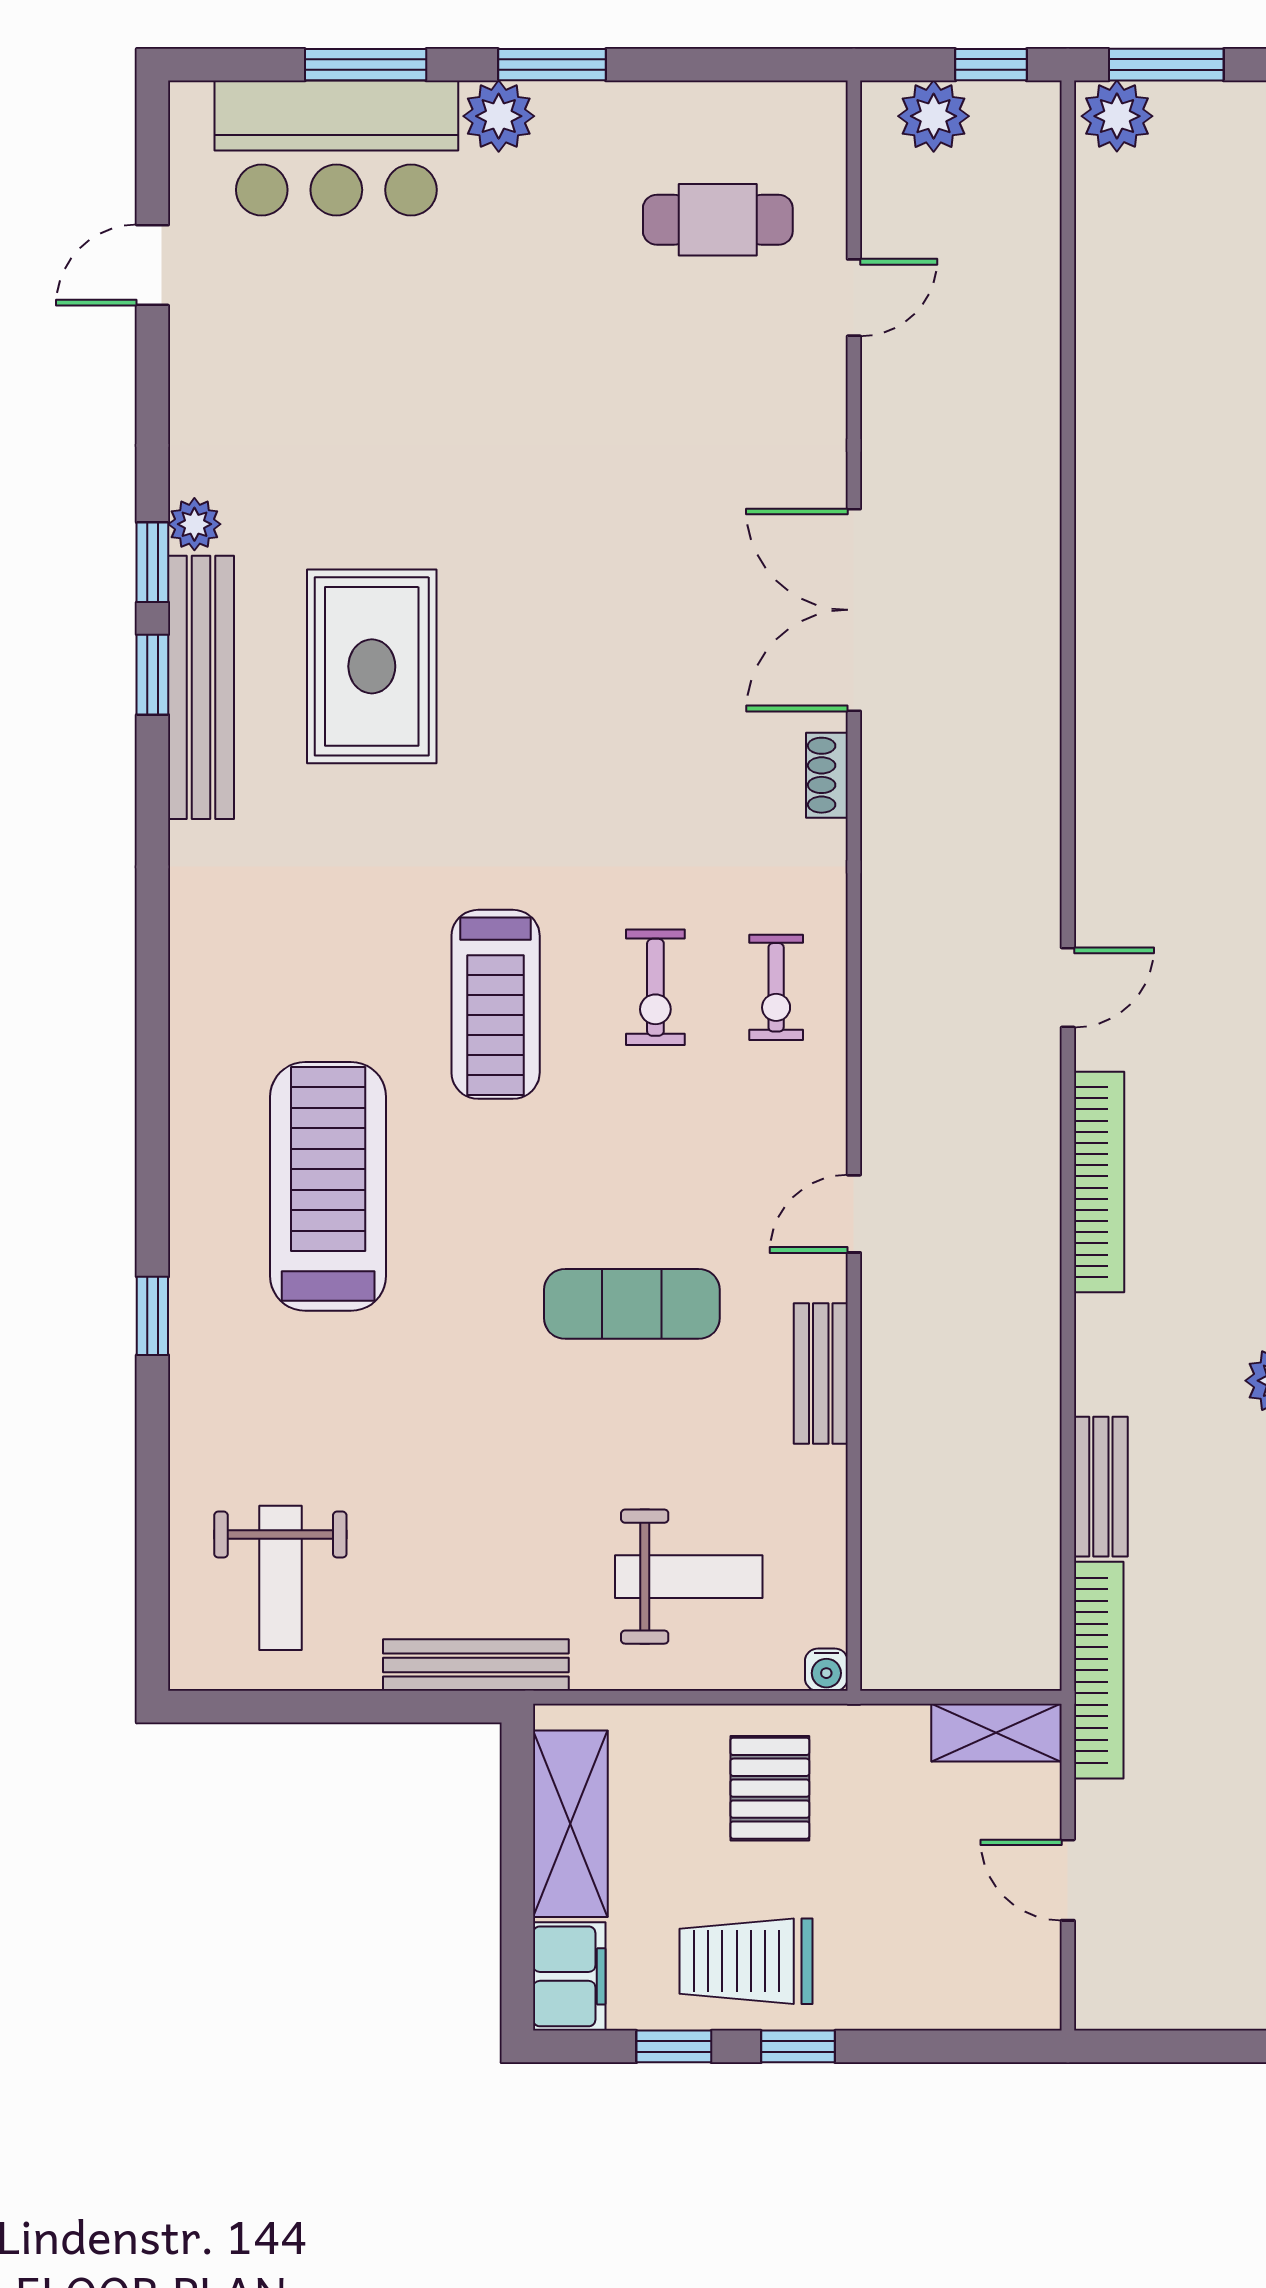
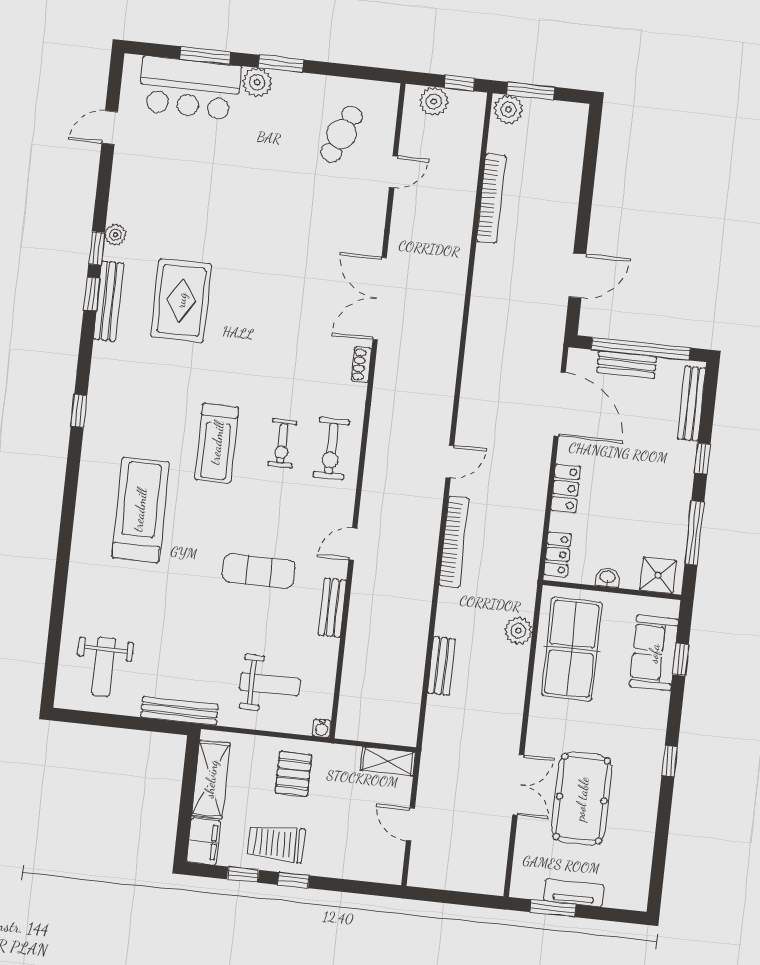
cafe table: (718, 220) -> (342, 134), turned -67
bench: (201, 687) -> (108, 301), width x0.73, depth x0.82
exercise bike: (776, 987) -> (331, 449), width x1.38, depth x1.39
window: (152, 1316) -> (79, 411), moved
bookcase: (1099, 1670) -> (491, 198), moved

